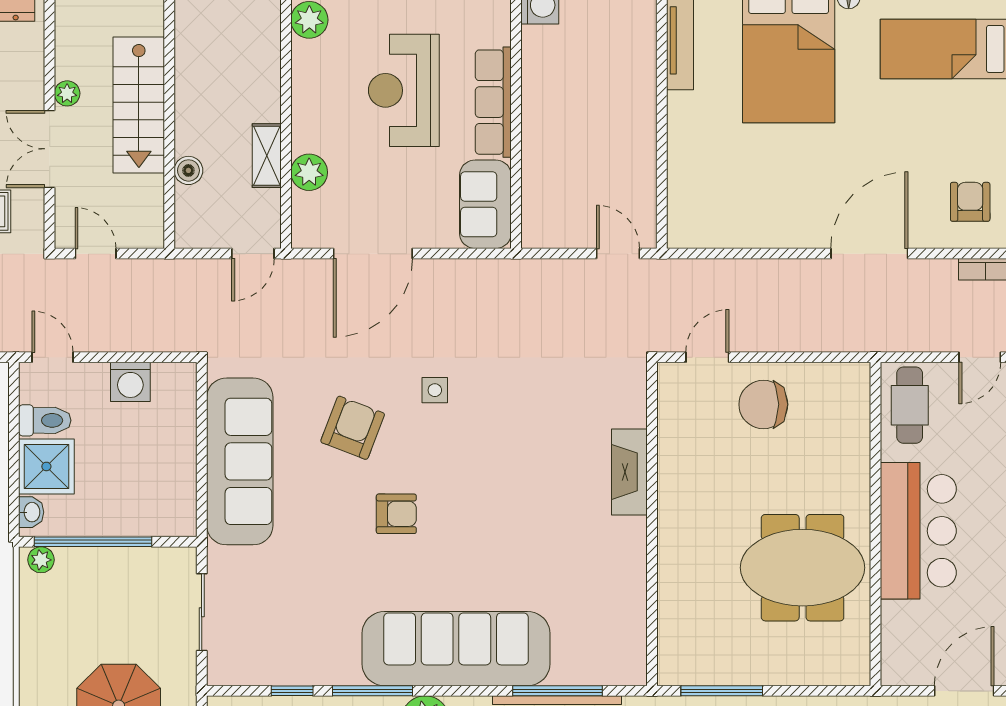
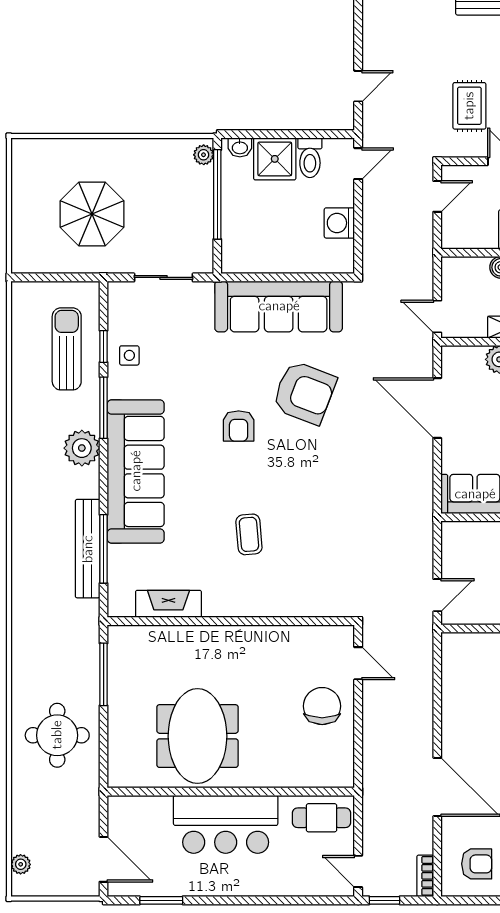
side table: (435, 390) -> (129, 355), moved
armchair: (353, 428) -> (304, 393), width x1.36, depth x1.36
fireplace: (629, 472) -> (168, 604), moved
coffee table: (538, 500) -> (249, 534), added

